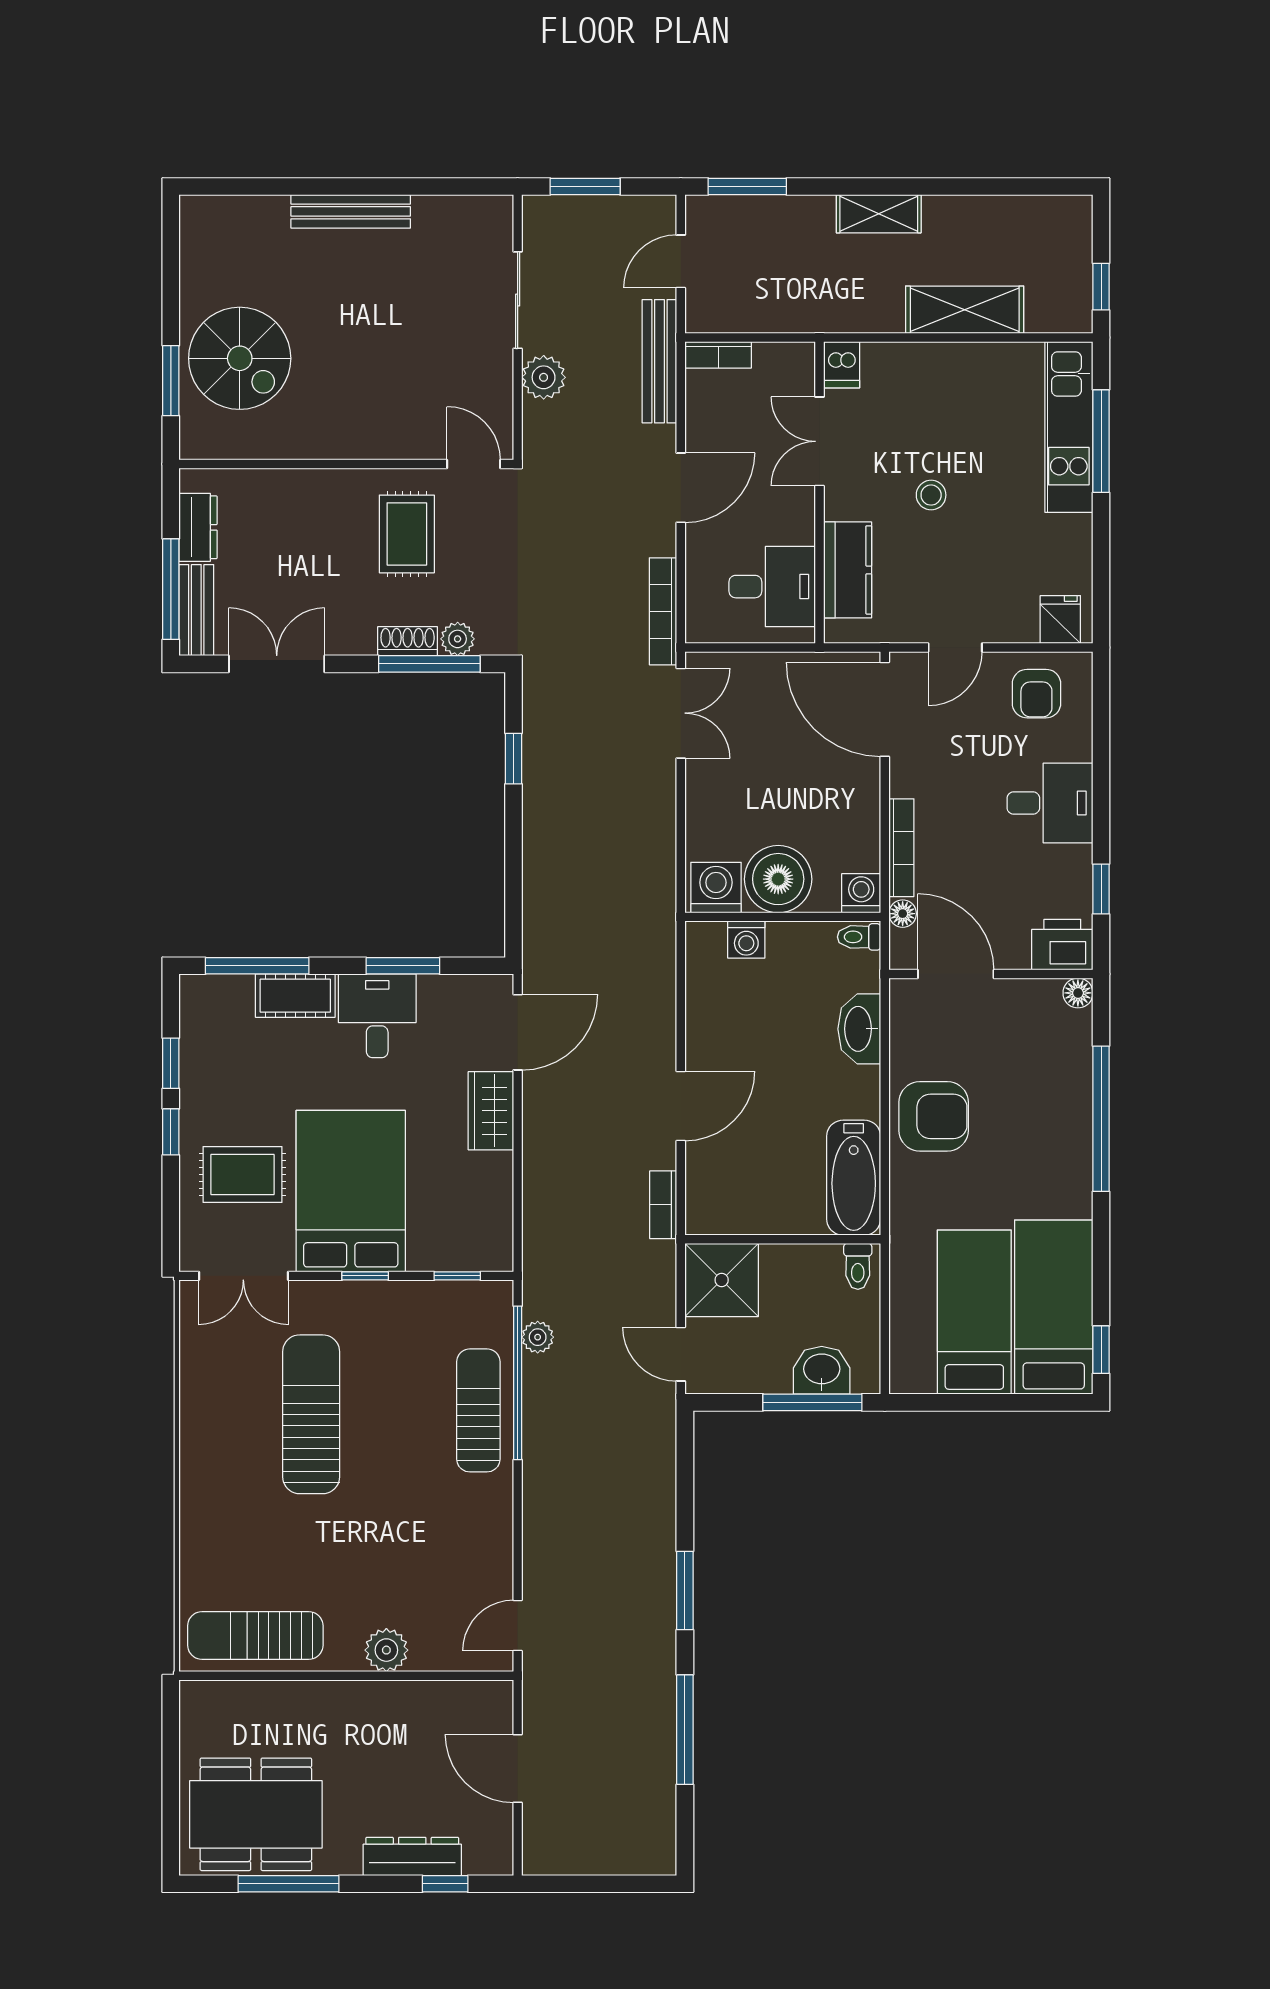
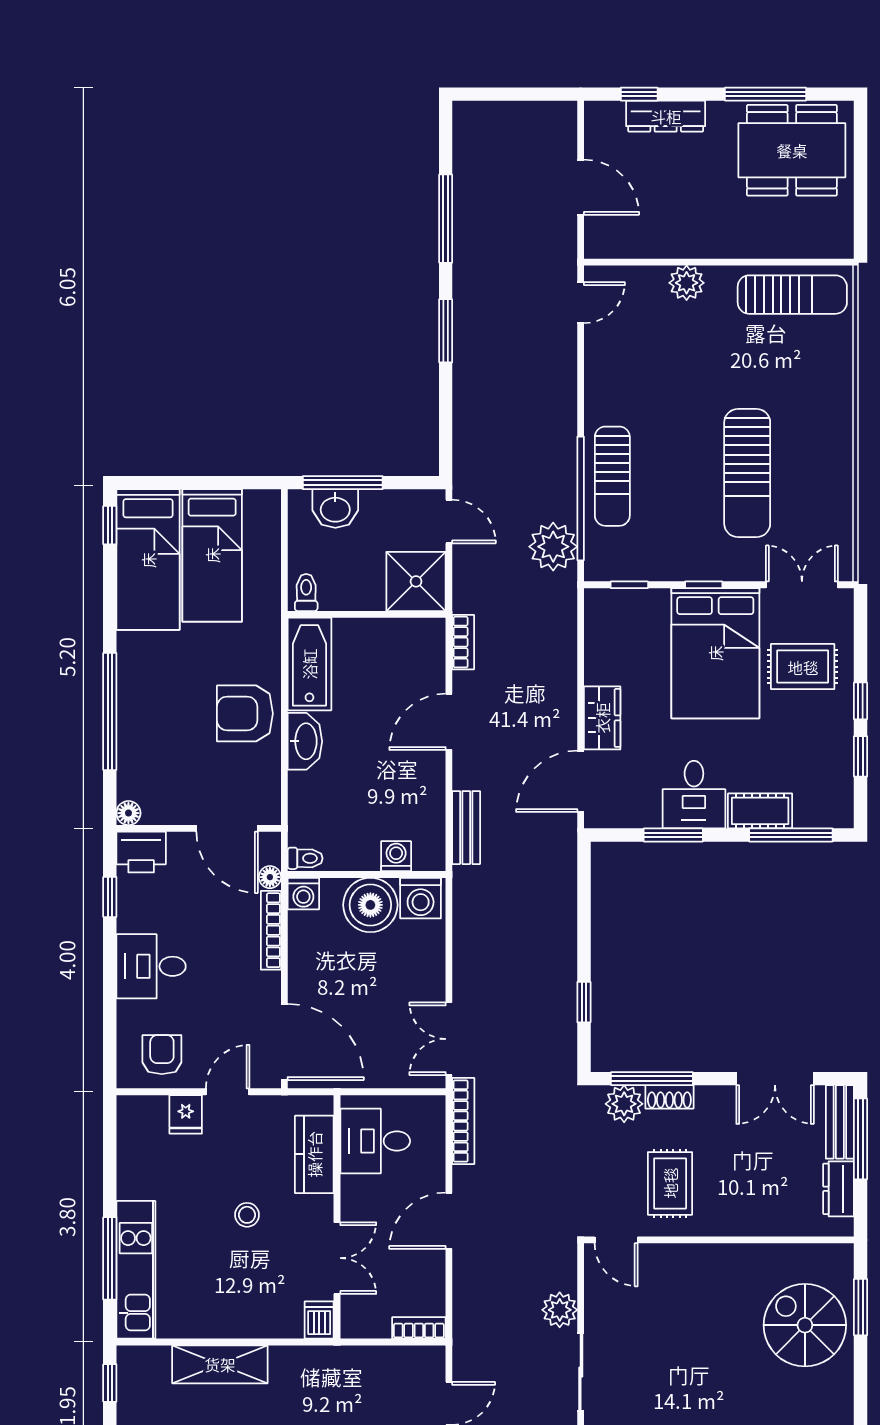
bench: (659, 361) -> (466, 828), moved, width x0.73
fridge: (1060, 620) -> (186, 1114), moved
plant: (458, 639) -> (624, 1104), width x1.38, depth x1.38
washbasin: (859, 1029) -> (305, 741), moved
plant: (538, 1337) -> (553, 547), width x1.87, depth x1.87

